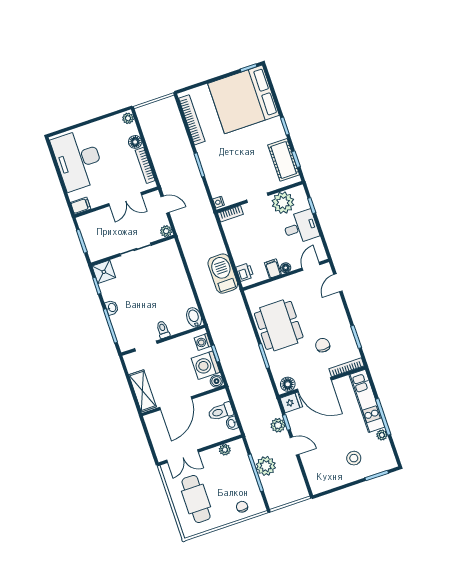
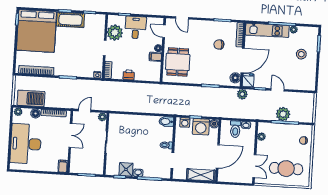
desk: (78, 160) -> (26, 144), moved, turned 90
cot: (284, 160) -> (71, 20), moved
shower: (104, 272) -> (126, 169), moved
printer: (245, 272) -> (129, 75), moved
barbecue: (223, 274) -> (31, 98), moved, turned 180
dining table: (279, 325) -> (178, 62), moved, width x0.73
door: (176, 403) -> (218, 156), hinge flipped
plant: (278, 425) -> (242, 94), moved
door: (295, 446) -> (278, 90), hinge flipped

